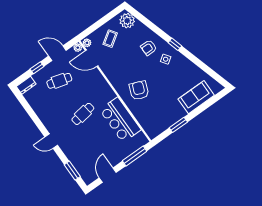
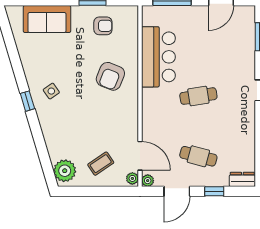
armchair: (149, 48) -> (103, 26), moved
door: (57, 53) -> (177, 191), hinge flipped

